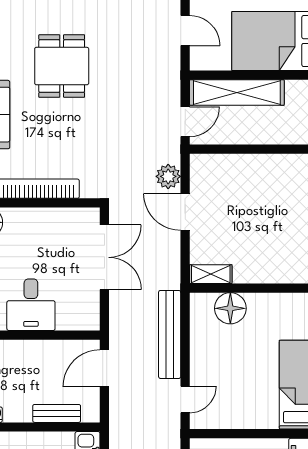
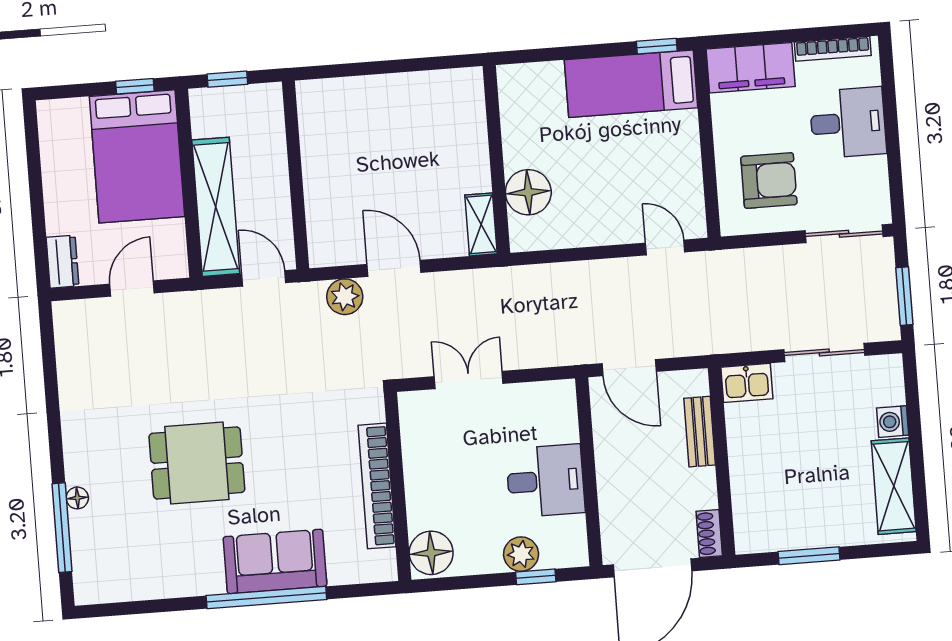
door: (185, 212) -> (394, 268), swing flipped
double door: (104, 257) -> (469, 380), width x0.73
bench: (170, 334) -> (573, 277), removed

